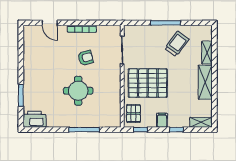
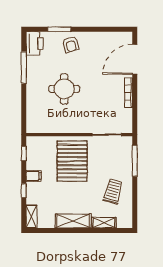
door: (50, 23) -> (135, 59), width x1.87
window: (166, 23) -> (135, 161), moved
trolley: (177, 44) -> (113, 191), turned -112
armchair: (85, 58) -> (71, 44), moved
pallet: (133, 113) -> (41, 146), removed
window: (84, 130) -> (24, 67), moved

